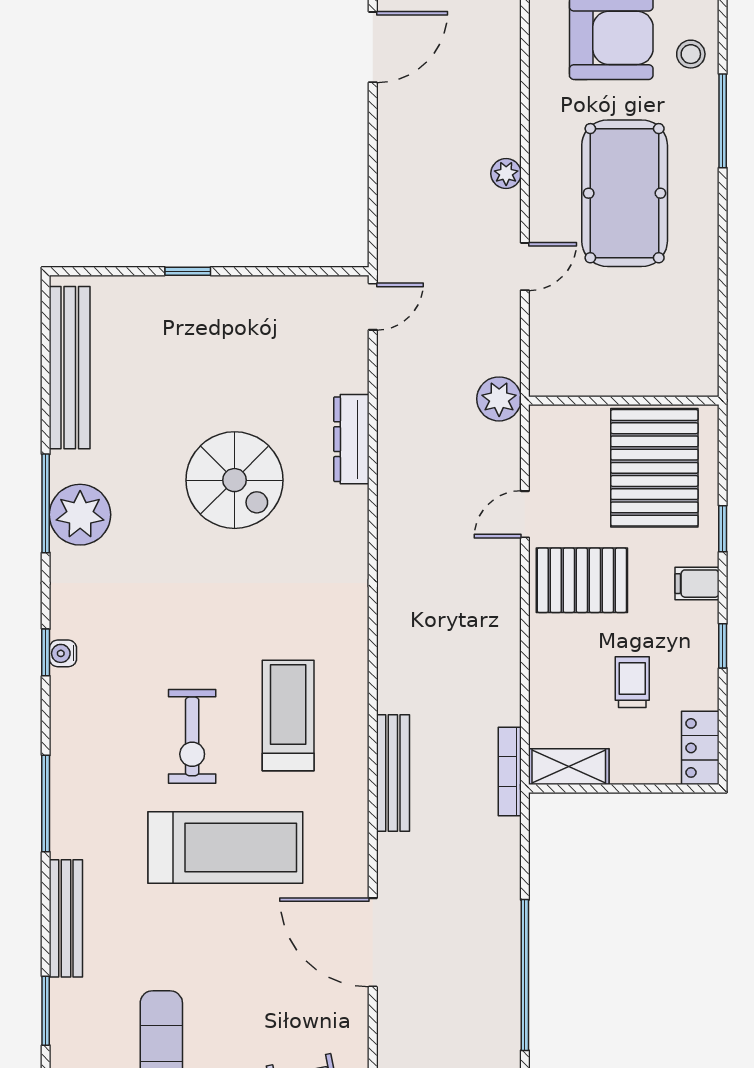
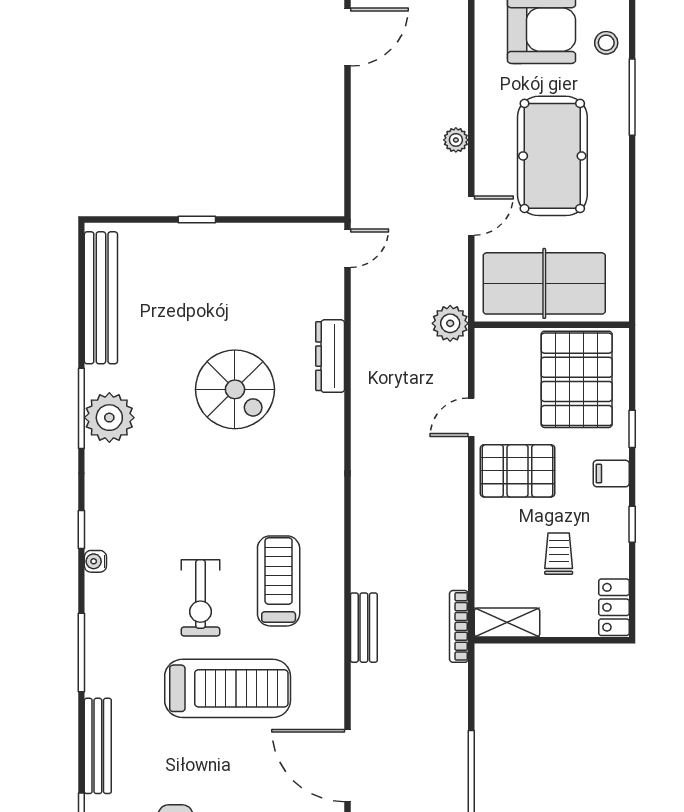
table tennis table: (615, 350) -> (544, 283), added
water cooler: (63, 653) -> (95, 561), moved
bench: (393, 773) -> (364, 628), width x0.73

